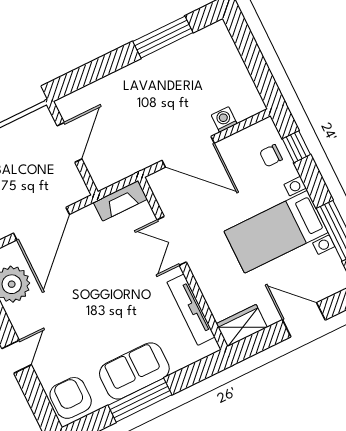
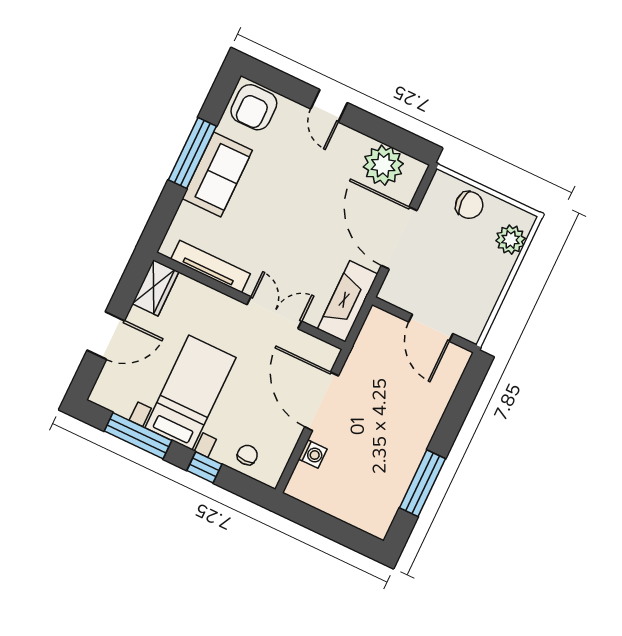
window: (296, 147) -> (204, 467), moved
door: (188, 152) -> (322, 401), hinge flipped
fireplace: (120, 201) -> (348, 301), width x1.37, depth x1.32
armchair: (71, 398) -> (254, 107), turned 90

